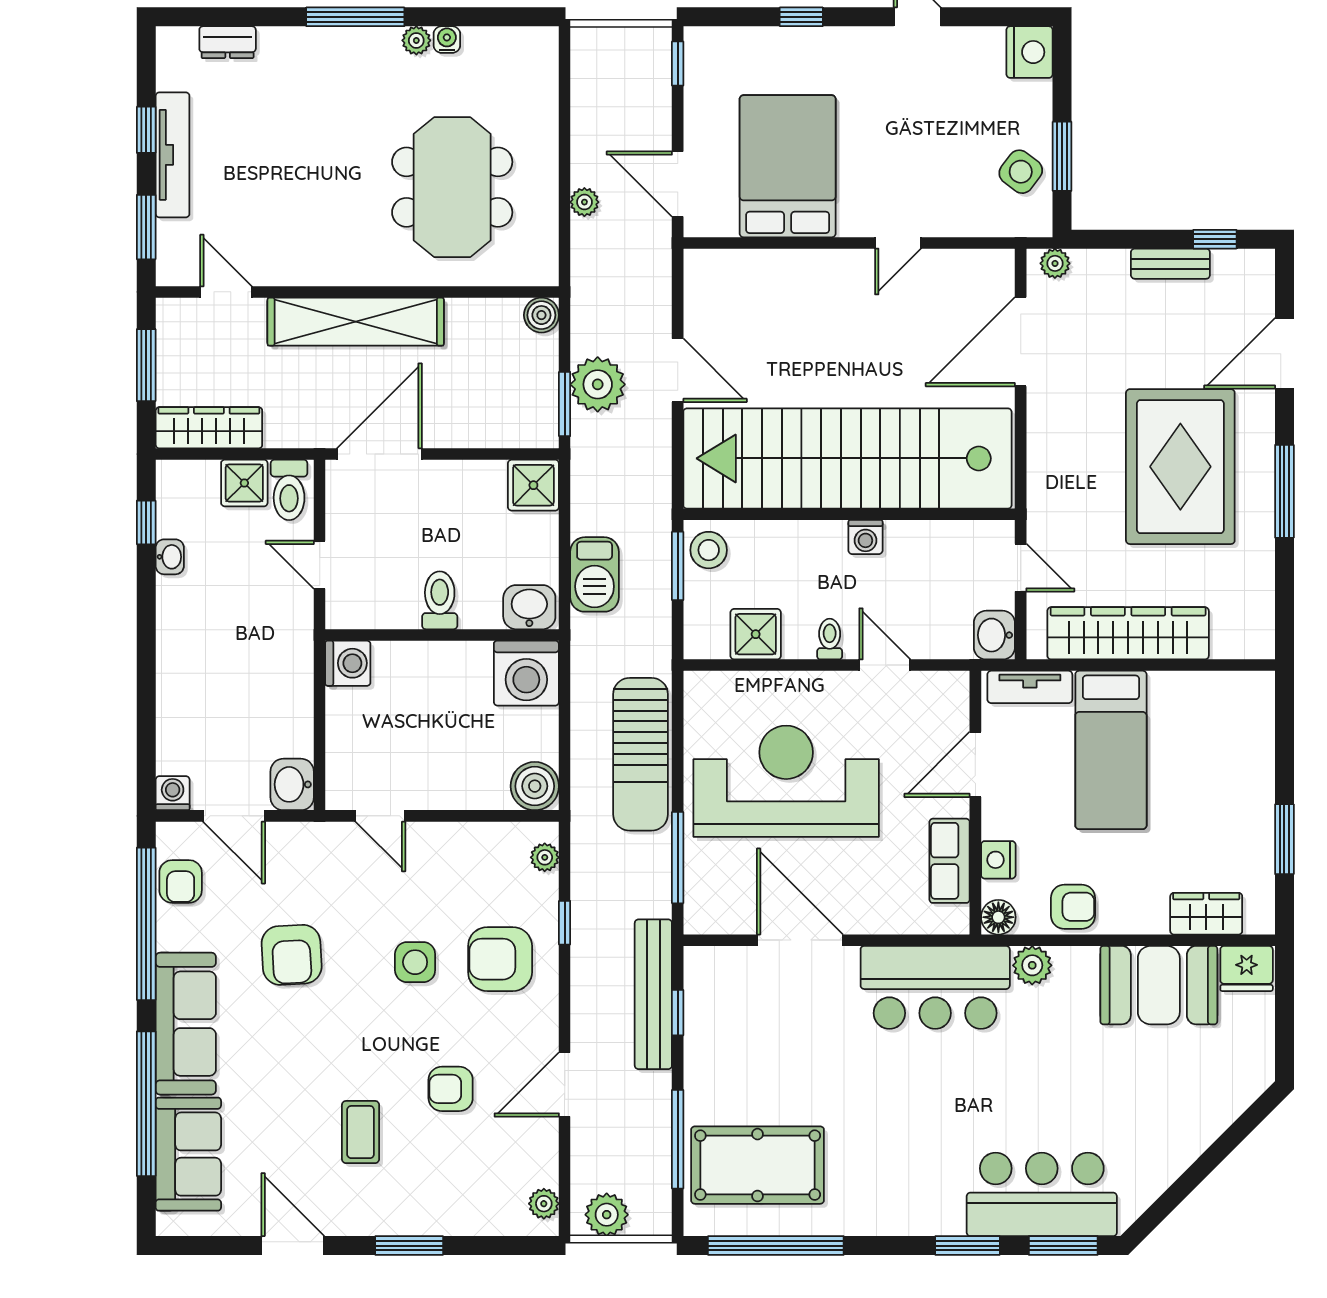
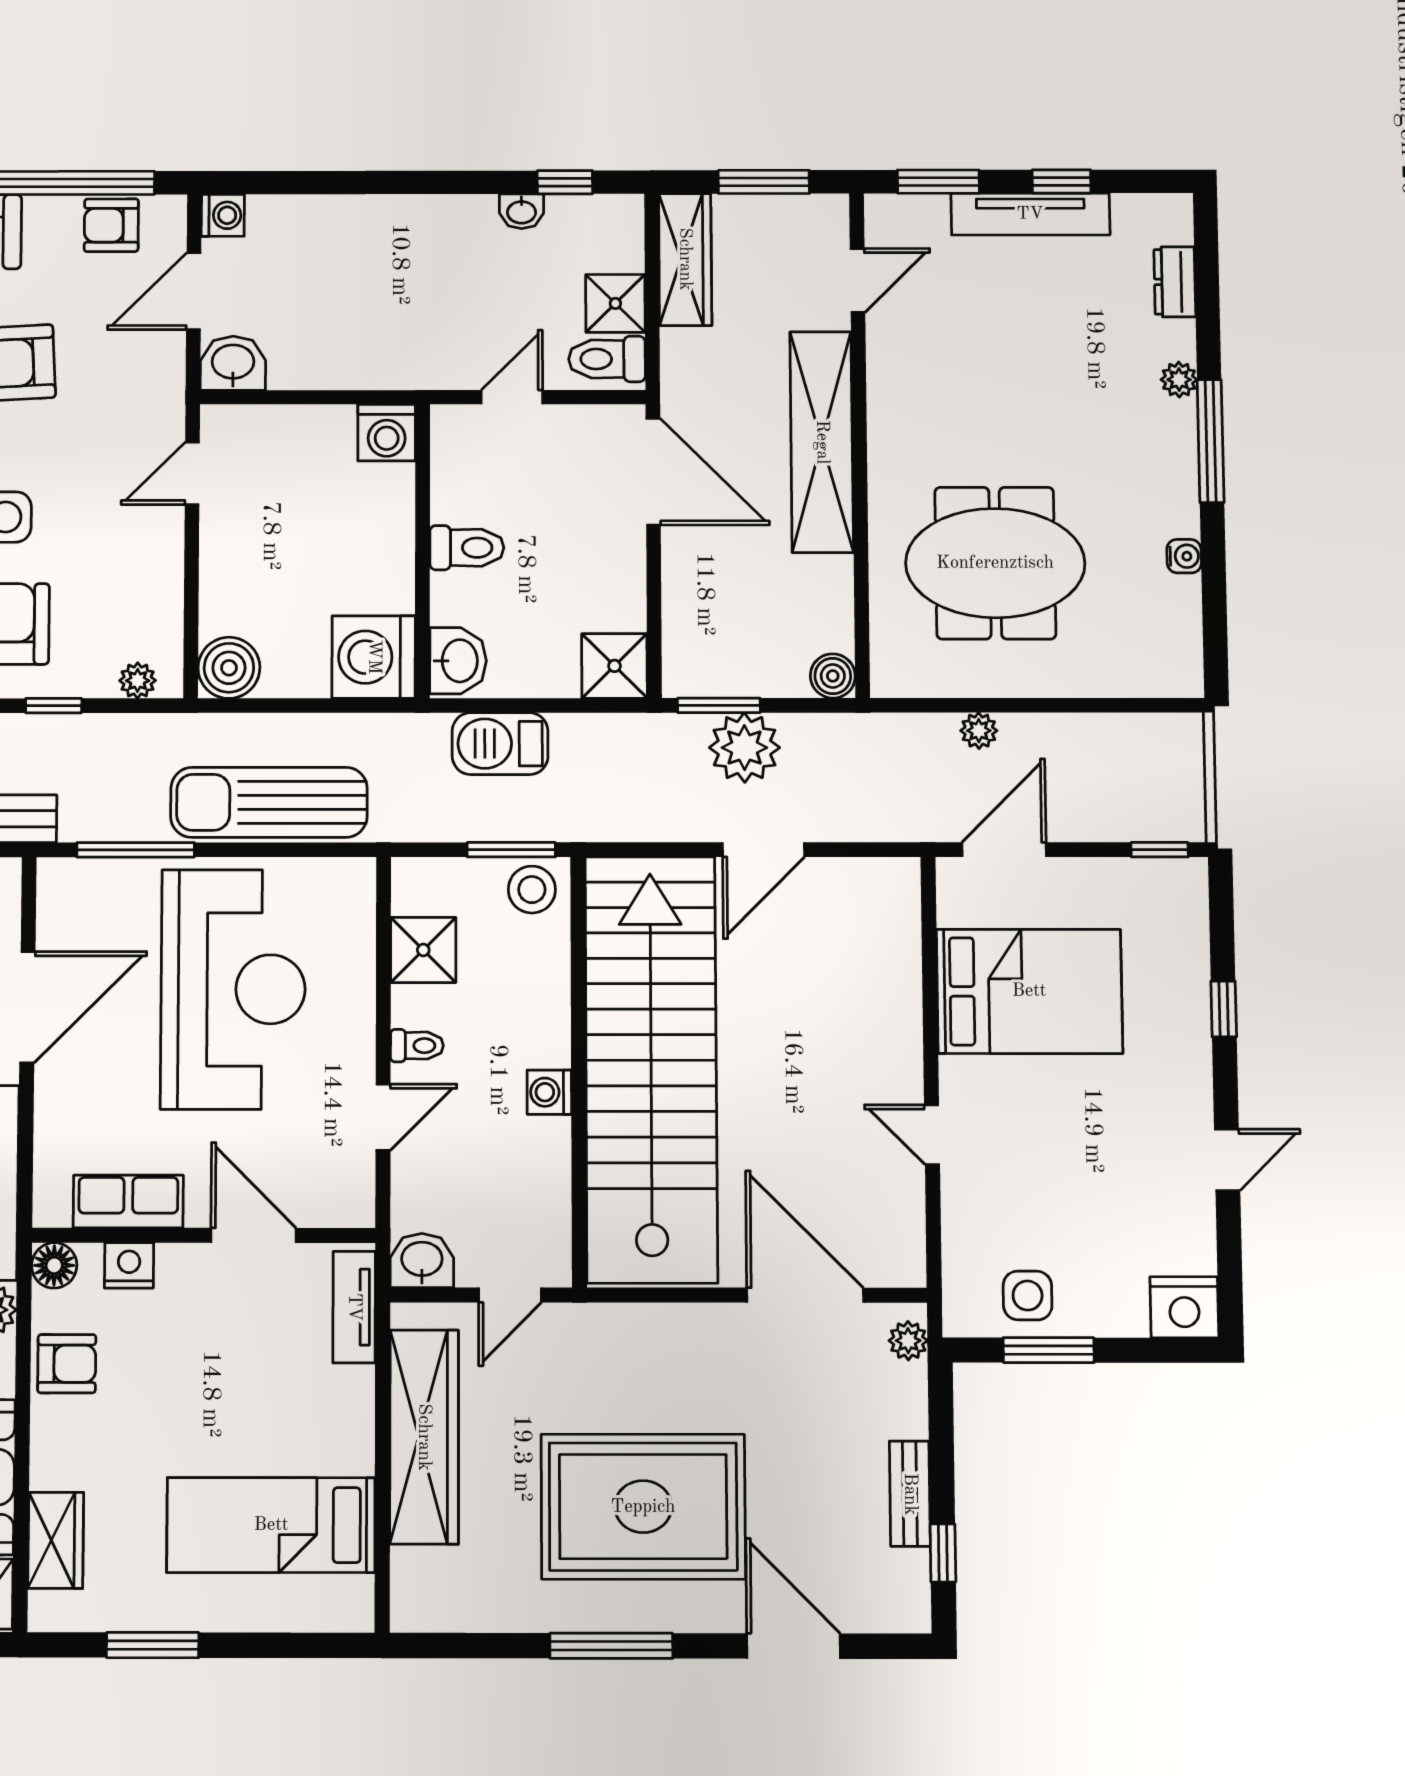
plant: (416, 40) -> (1179, 380), moved
side table: (1021, 172) -> (1028, 1296), turned -37
bed: (1111, 750) -> (271, 1525), moved
armchair: (1073, 907) -> (67, 1364), turned -90

